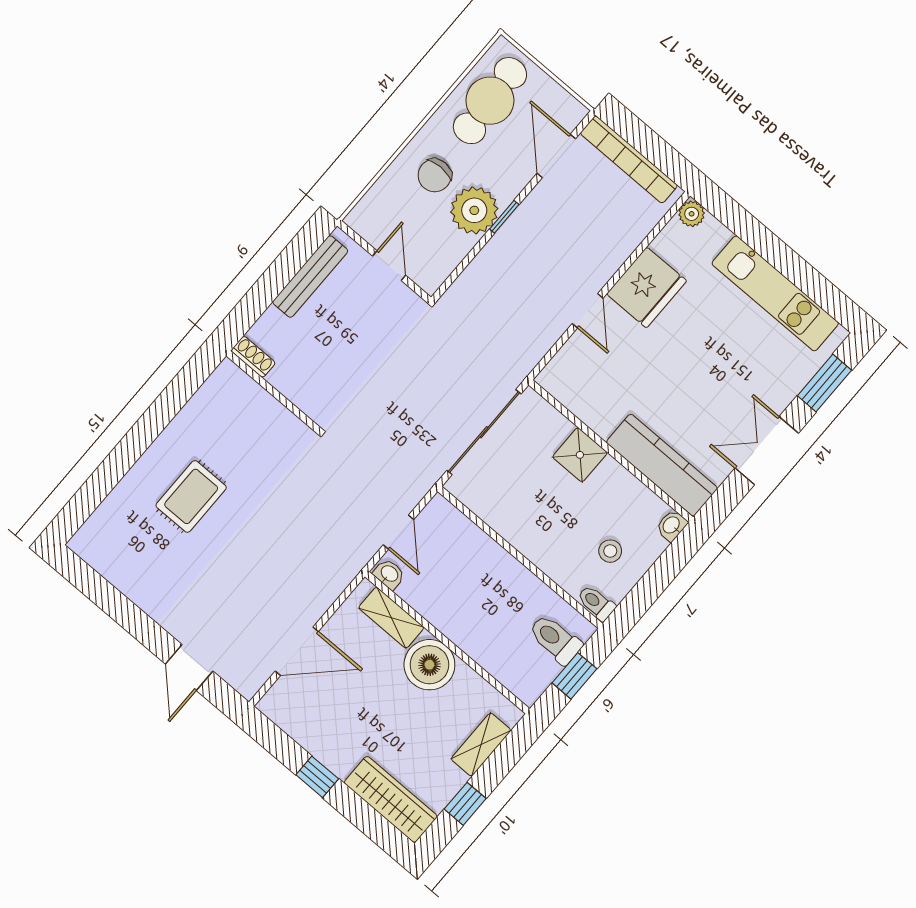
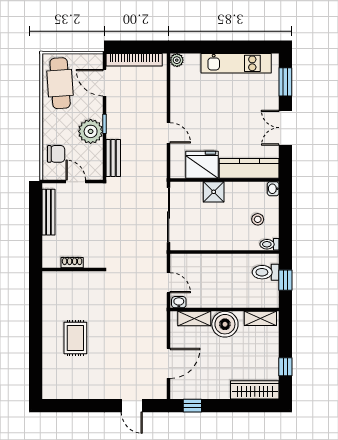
chair: (435, 175) -> (56, 154), moved, turned -90
bench: (474, 278) -> (113, 158), added
fridge: (647, 287) -> (202, 165), moved, turned -90
shoe rack: (253, 357) -> (72, 263), moved
shelving: (481, 745) -> (260, 318), moved, turned 90
window: (317, 777) -> (192, 406), moved

